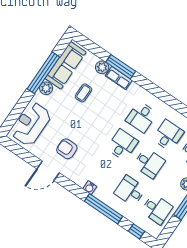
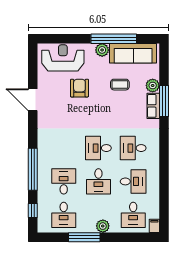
desk: (122, 145) -> (98, 148), turned 180
armchair: (67, 149) -> (79, 88), moved
water cooler: (90, 188) -> (43, 145), removed

